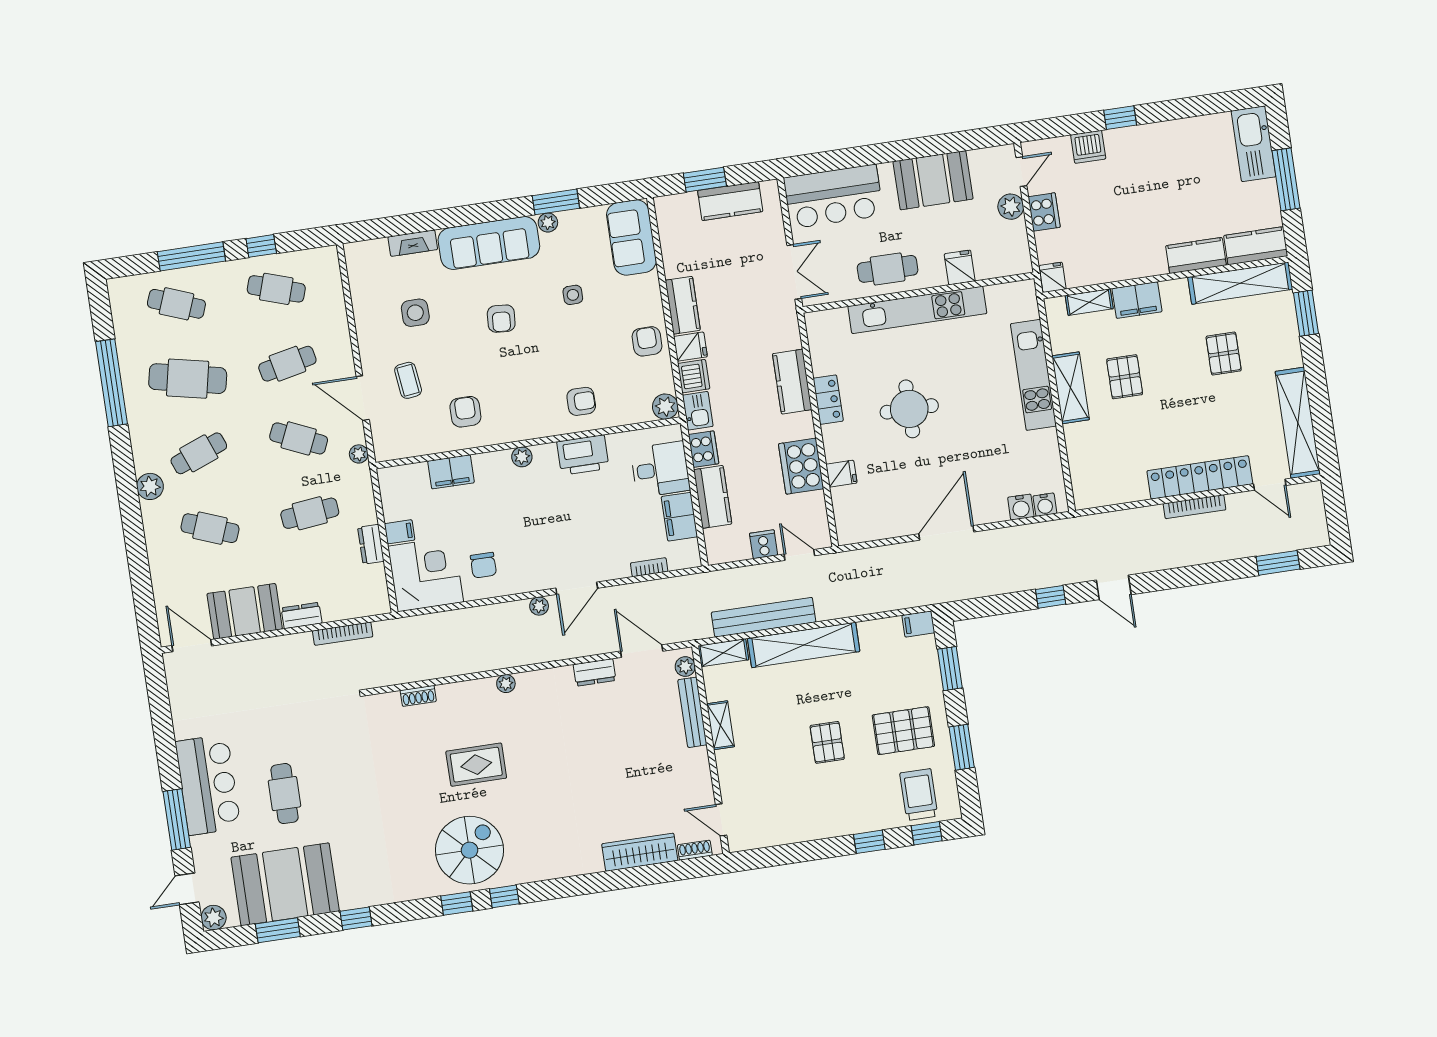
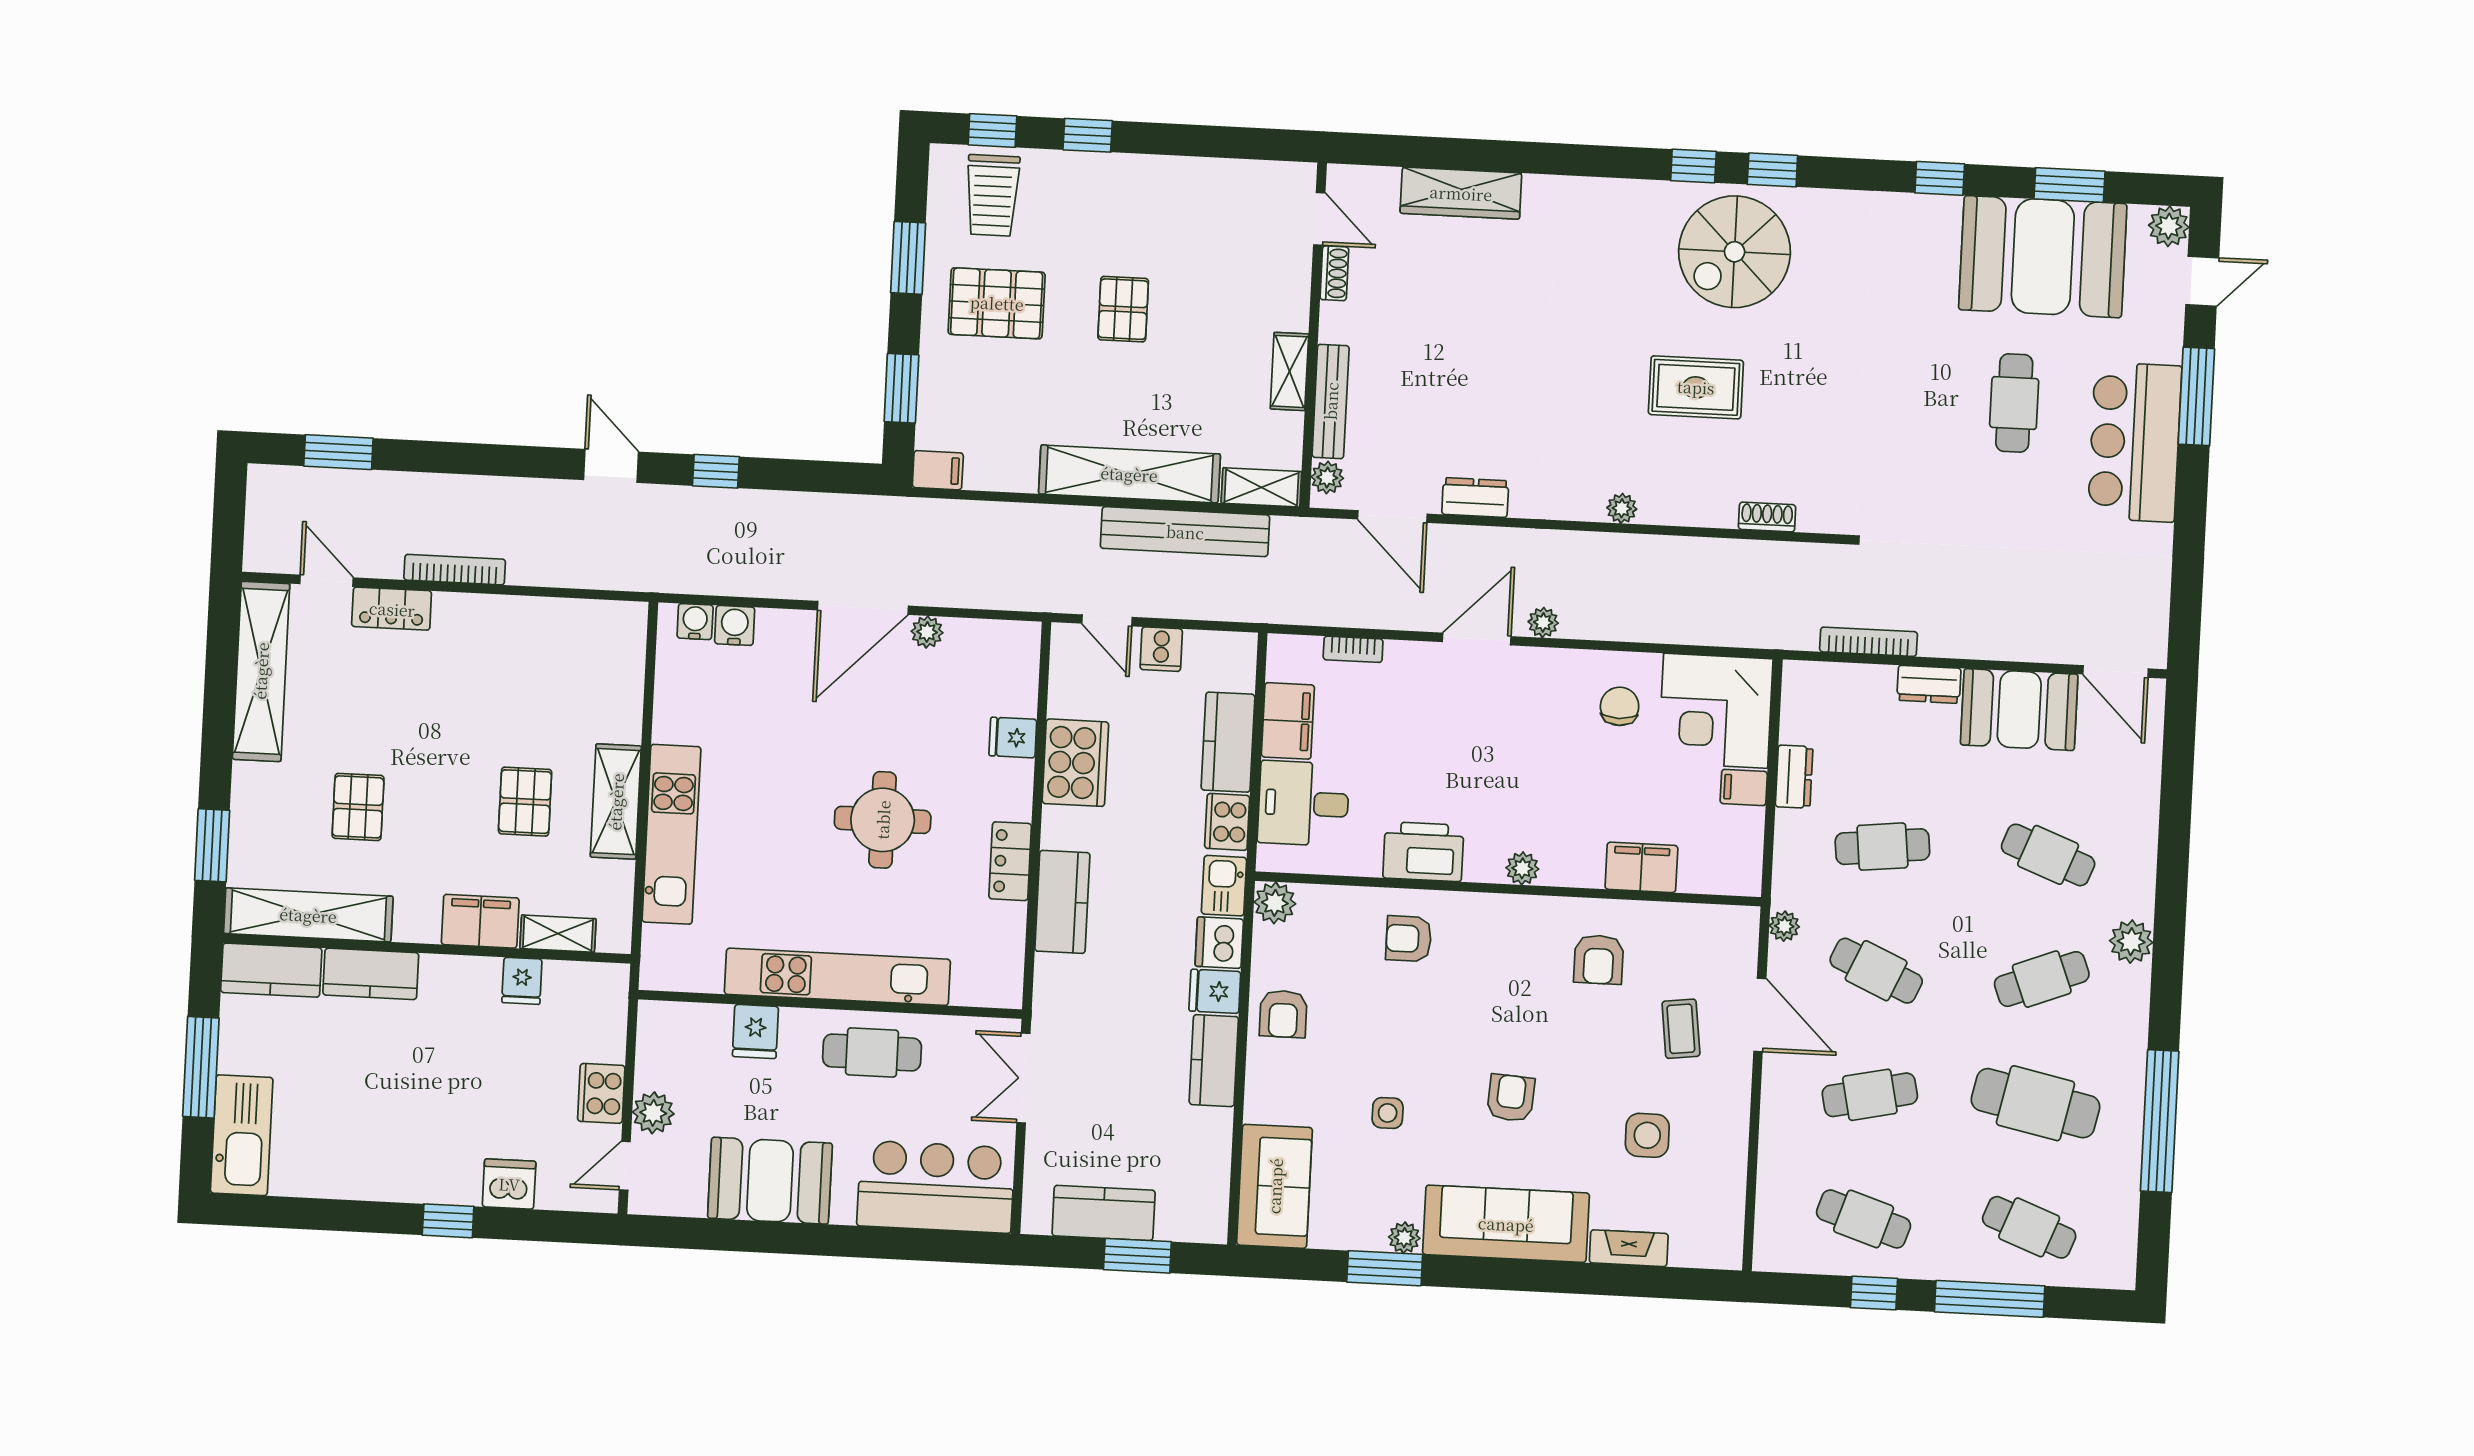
fridge: (1053, 277) -> (522, 981), moved
locker: (1200, 477) -> (392, 609), width x0.46, depth x0.83
plant: (905, 526) -> (927, 632), added
shoe rack: (695, 850) -> (1334, 273), moved, turned -90

